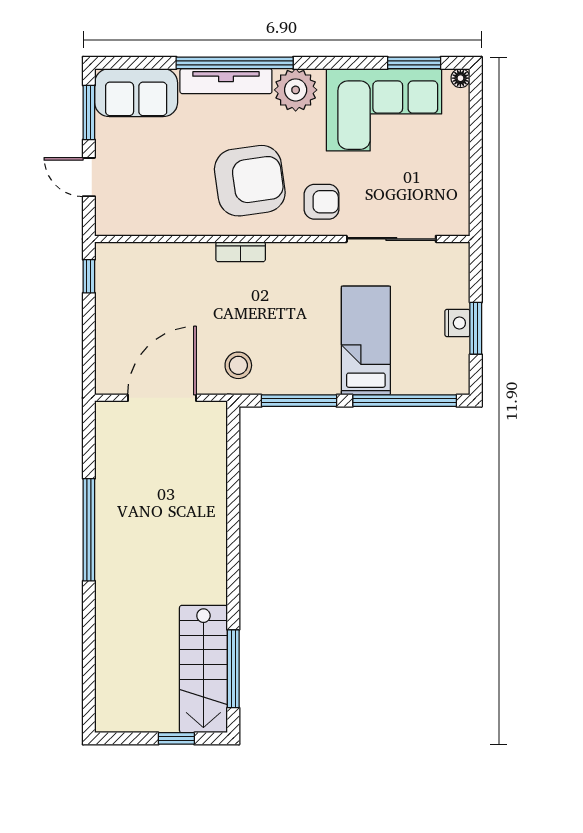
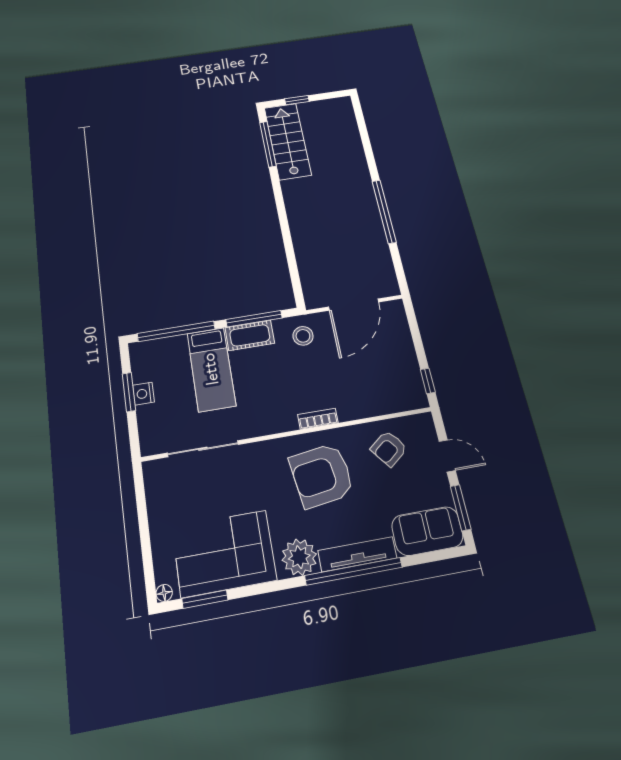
armchair: (322, 202) -> (389, 448), moved, turned -38
cot: (308, 378) -> (250, 335), added

